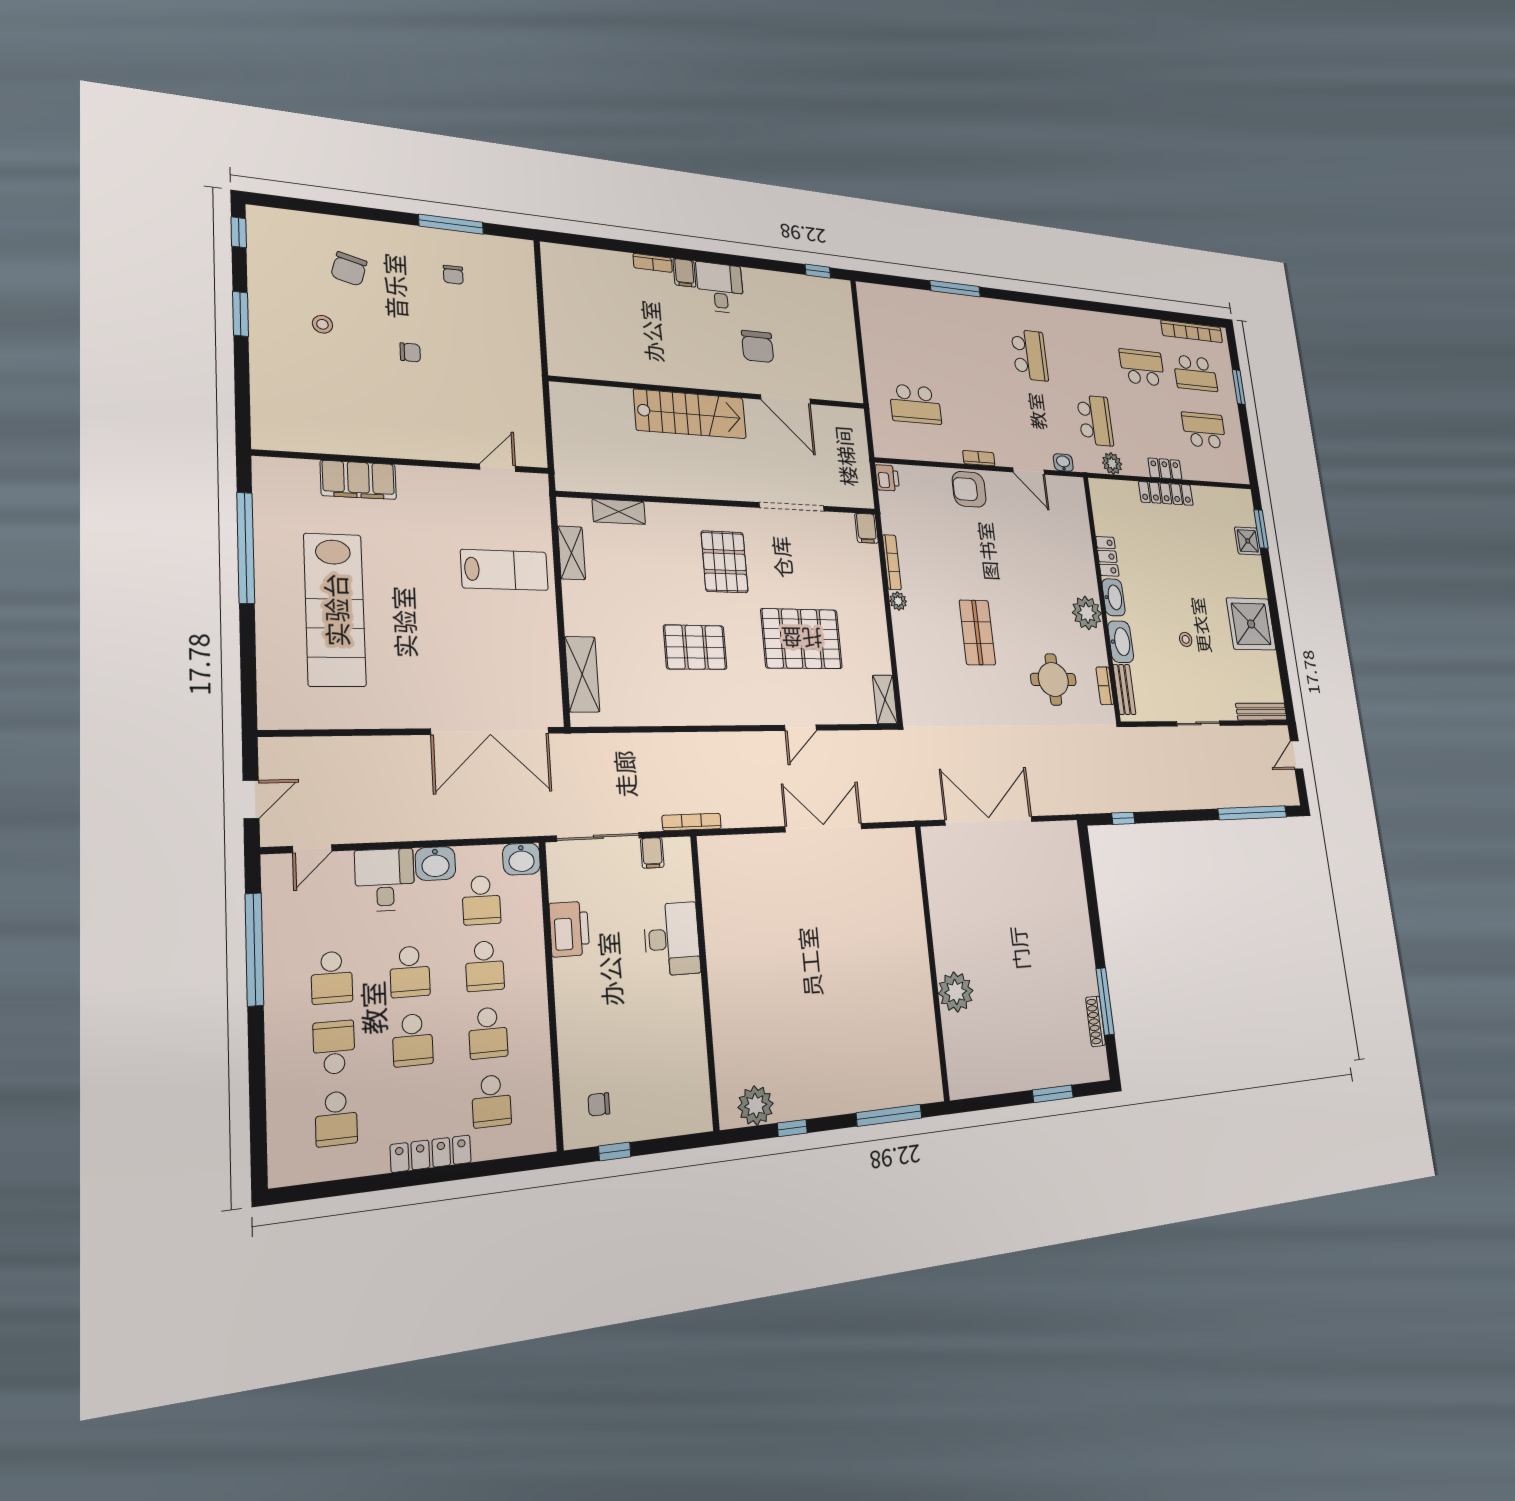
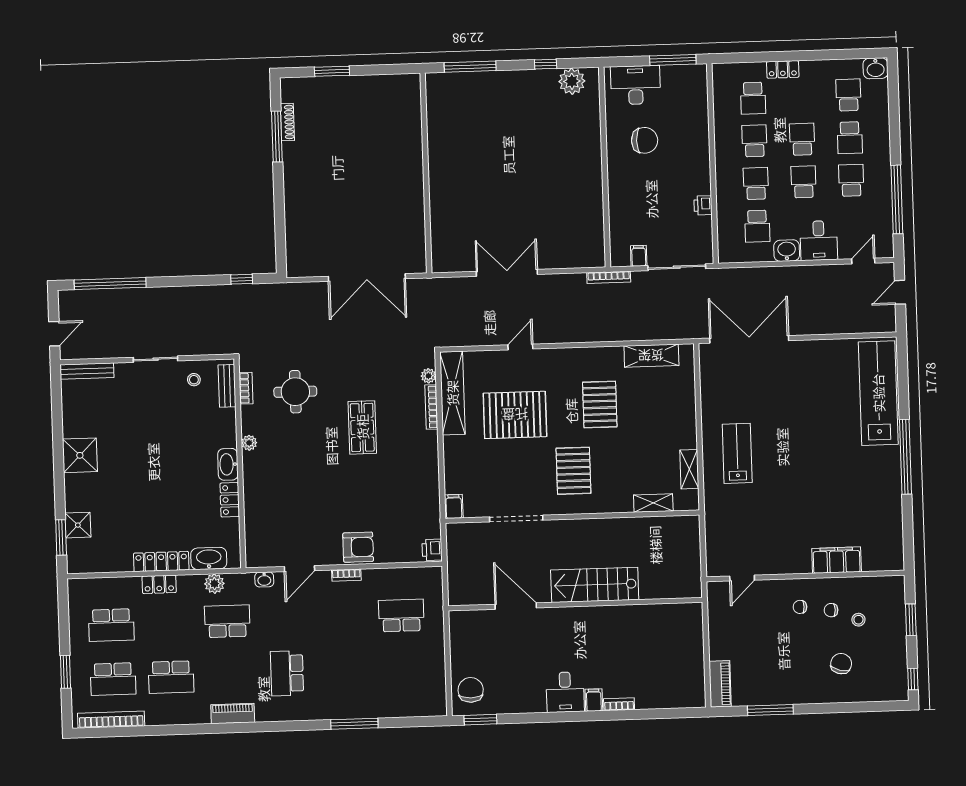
piano: (521, 268) -> (720, 684), added
window: (818, 271) -> (480, 720), width x1.50
chair: (453, 275) -> (831, 610), moved, turned -90
piano: (1079, 320) -> (233, 714), added
chair: (758, 346) -> (471, 690), moved
school desk: (1195, 373) -> (113, 679), turned 180
school desk: (1095, 420) -> (227, 621), turned 90
wall: (405, 462) -> (805, 576), moved
door: (498, 468) -> (742, 578), moved
door: (1029, 471) -> (299, 569), swing flipped
filing cabinet: (358, 480) -> (837, 560), moved
bookcase: (892, 562) -> (431, 407), moved
lab bench: (505, 570) -> (737, 453), turned 90
plant: (898, 601) -> (428, 376), moved
lab bench: (335, 610) -> (878, 393), moved
plant: (1087, 613) -> (249, 443), width x0.53, depth x0.53
shower: (1251, 624) -> (80, 455), width x0.73, depth x0.73
stool: (1186, 639) -> (194, 380), moved
washbasin: (1121, 642) -> (209, 558), moved, turned 90
pallet: (695, 647) -> (600, 404), turned 90
shelving: (582, 674) -> (651, 356), moved, turned 90
shelving: (885, 699) -> (452, 393), width x2.20, depth x1.33
double door: (824, 828) -> (507, 273), swing flipped
washbasin: (521, 859) -> (876, 68), moved, turned 180
school desk: (481, 900) -> (757, 226), turned 180
printer: (569, 929) -> (703, 205), width x0.53, depth x0.68
desk: (672, 939) -> (636, 85), moved, turned 90
plant: (956, 992) -> (408, 150), removed
school desk: (492, 1101) -> (753, 98), turned 180
chair: (599, 1104) -> (645, 140), moved, width x1.87, depth x1.87
window: (615, 1151) -> (673, 60), width x2.17
locker: (431, 1154) -> (783, 69), width x0.66

